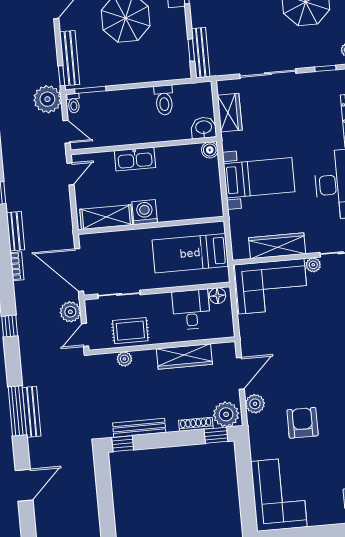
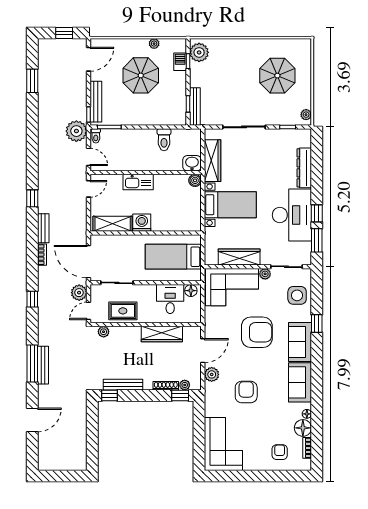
wardrobe: (230, 113) -> (213, 161), width x1.50
armchair: (309, 343) -> (257, 332), added
plant: (124, 359) -> (104, 332), moved
plant: (226, 414) -> (185, 385), width x0.53, depth x0.53

